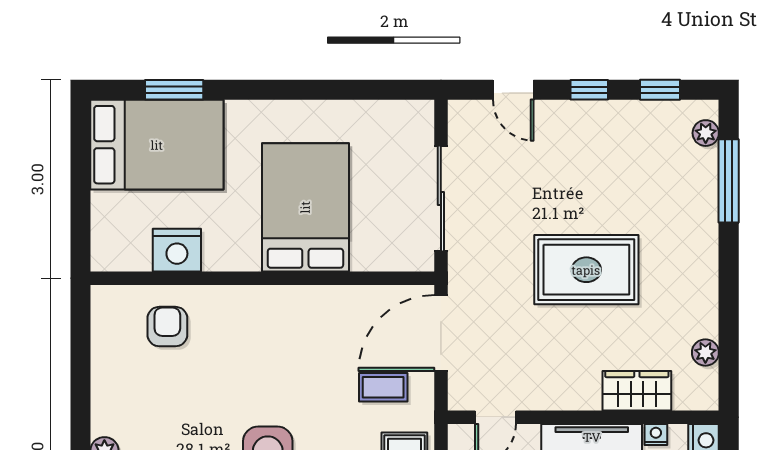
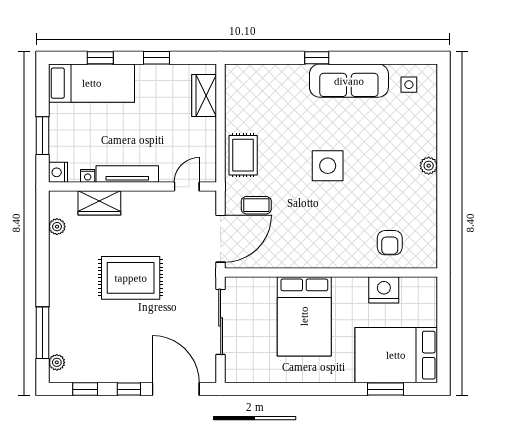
door: (513, 90) -> (176, 389), width x1.88

